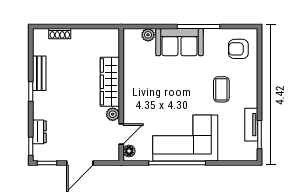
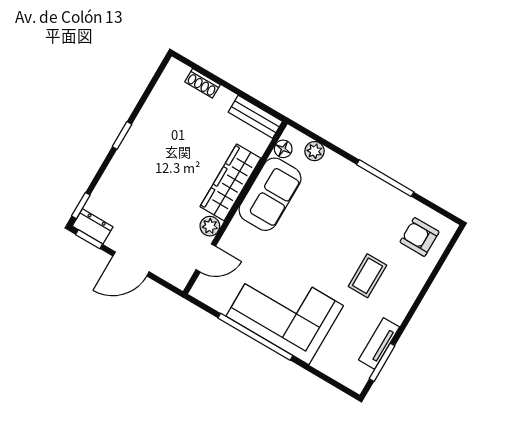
sofa: (179, 42) -> (270, 194), moved, turned -90
bench: (39, 73) -> (255, 117), moved, turned 90
dresser: (39, 132) -> (93, 226), moved, turned -90
floor lamp: (129, 151) -> (283, 149), moved

